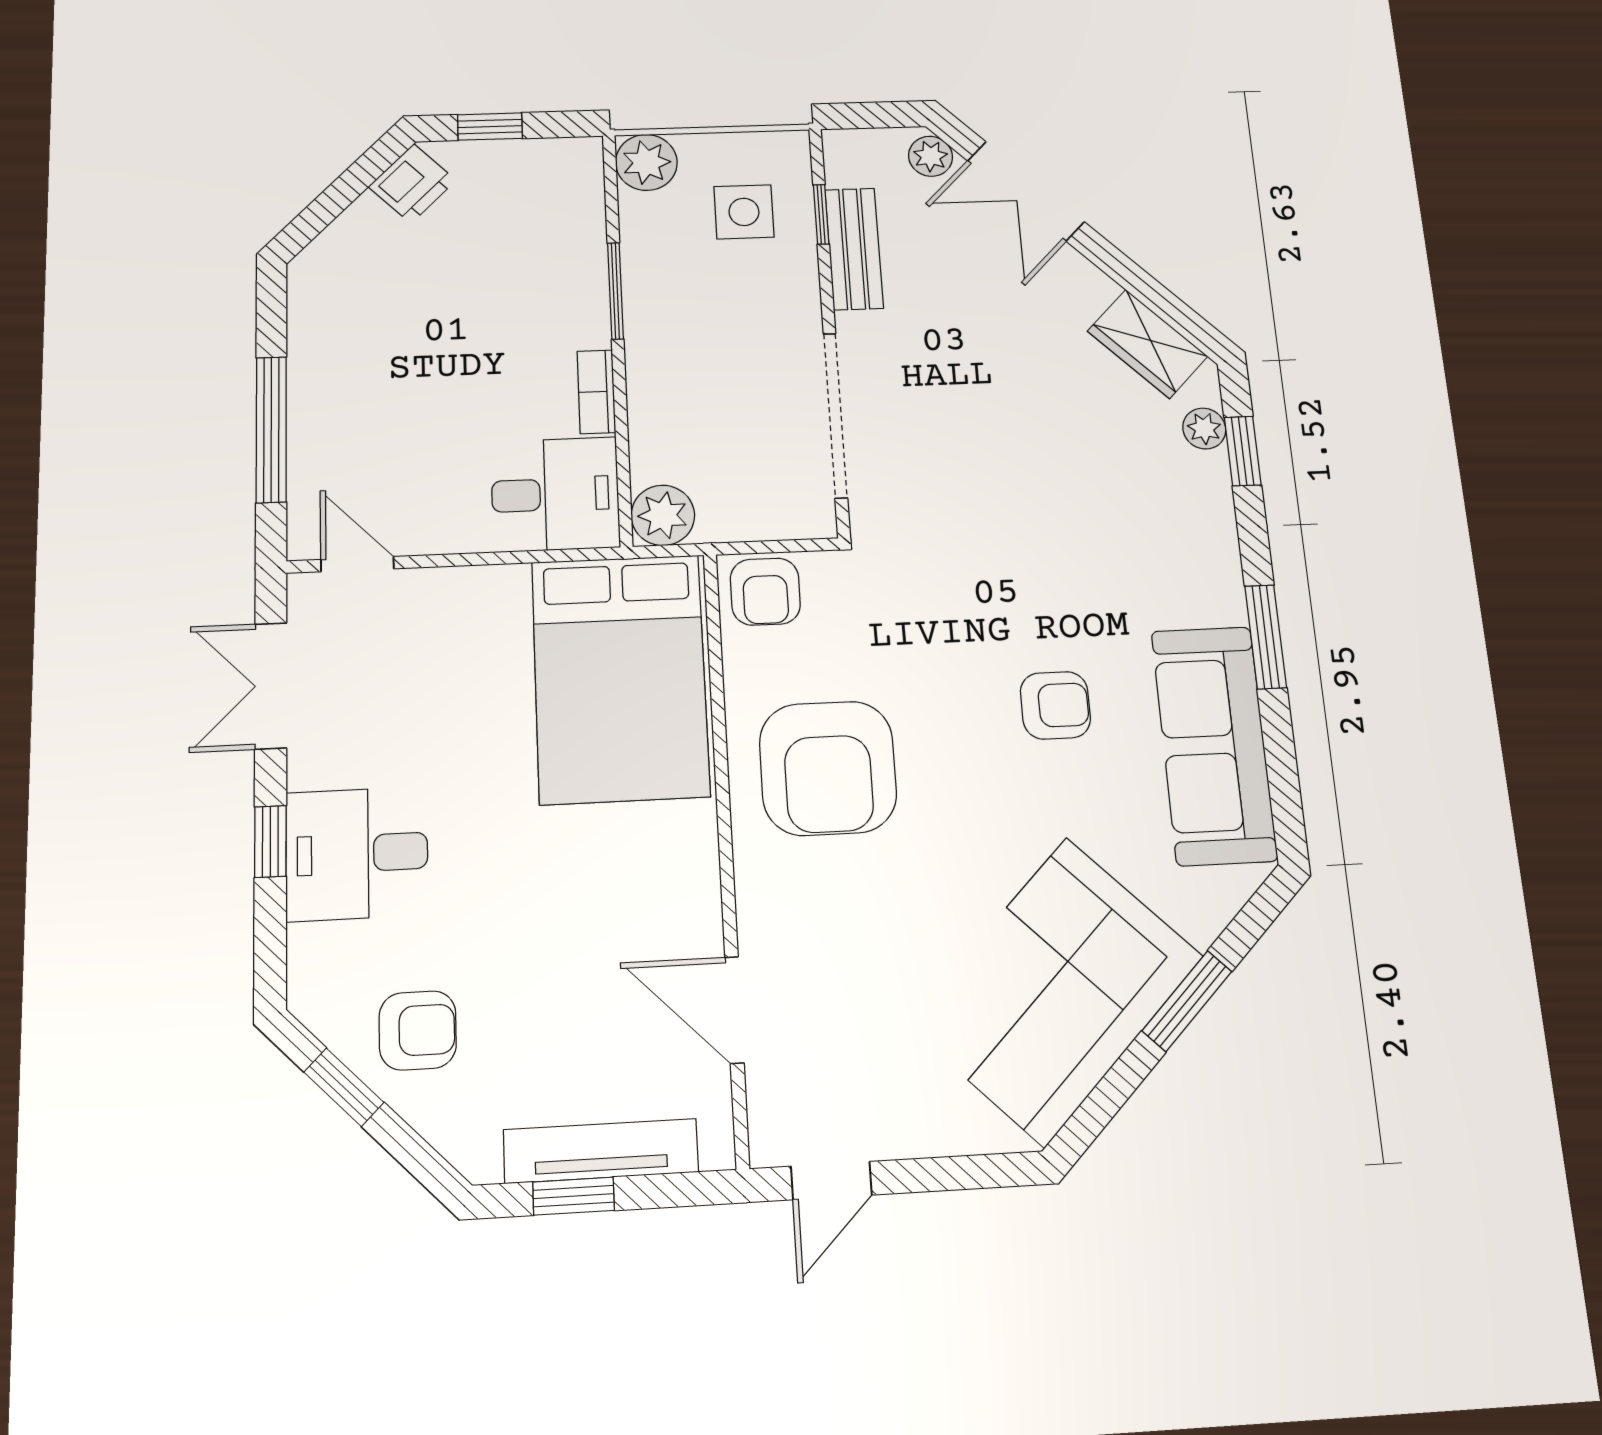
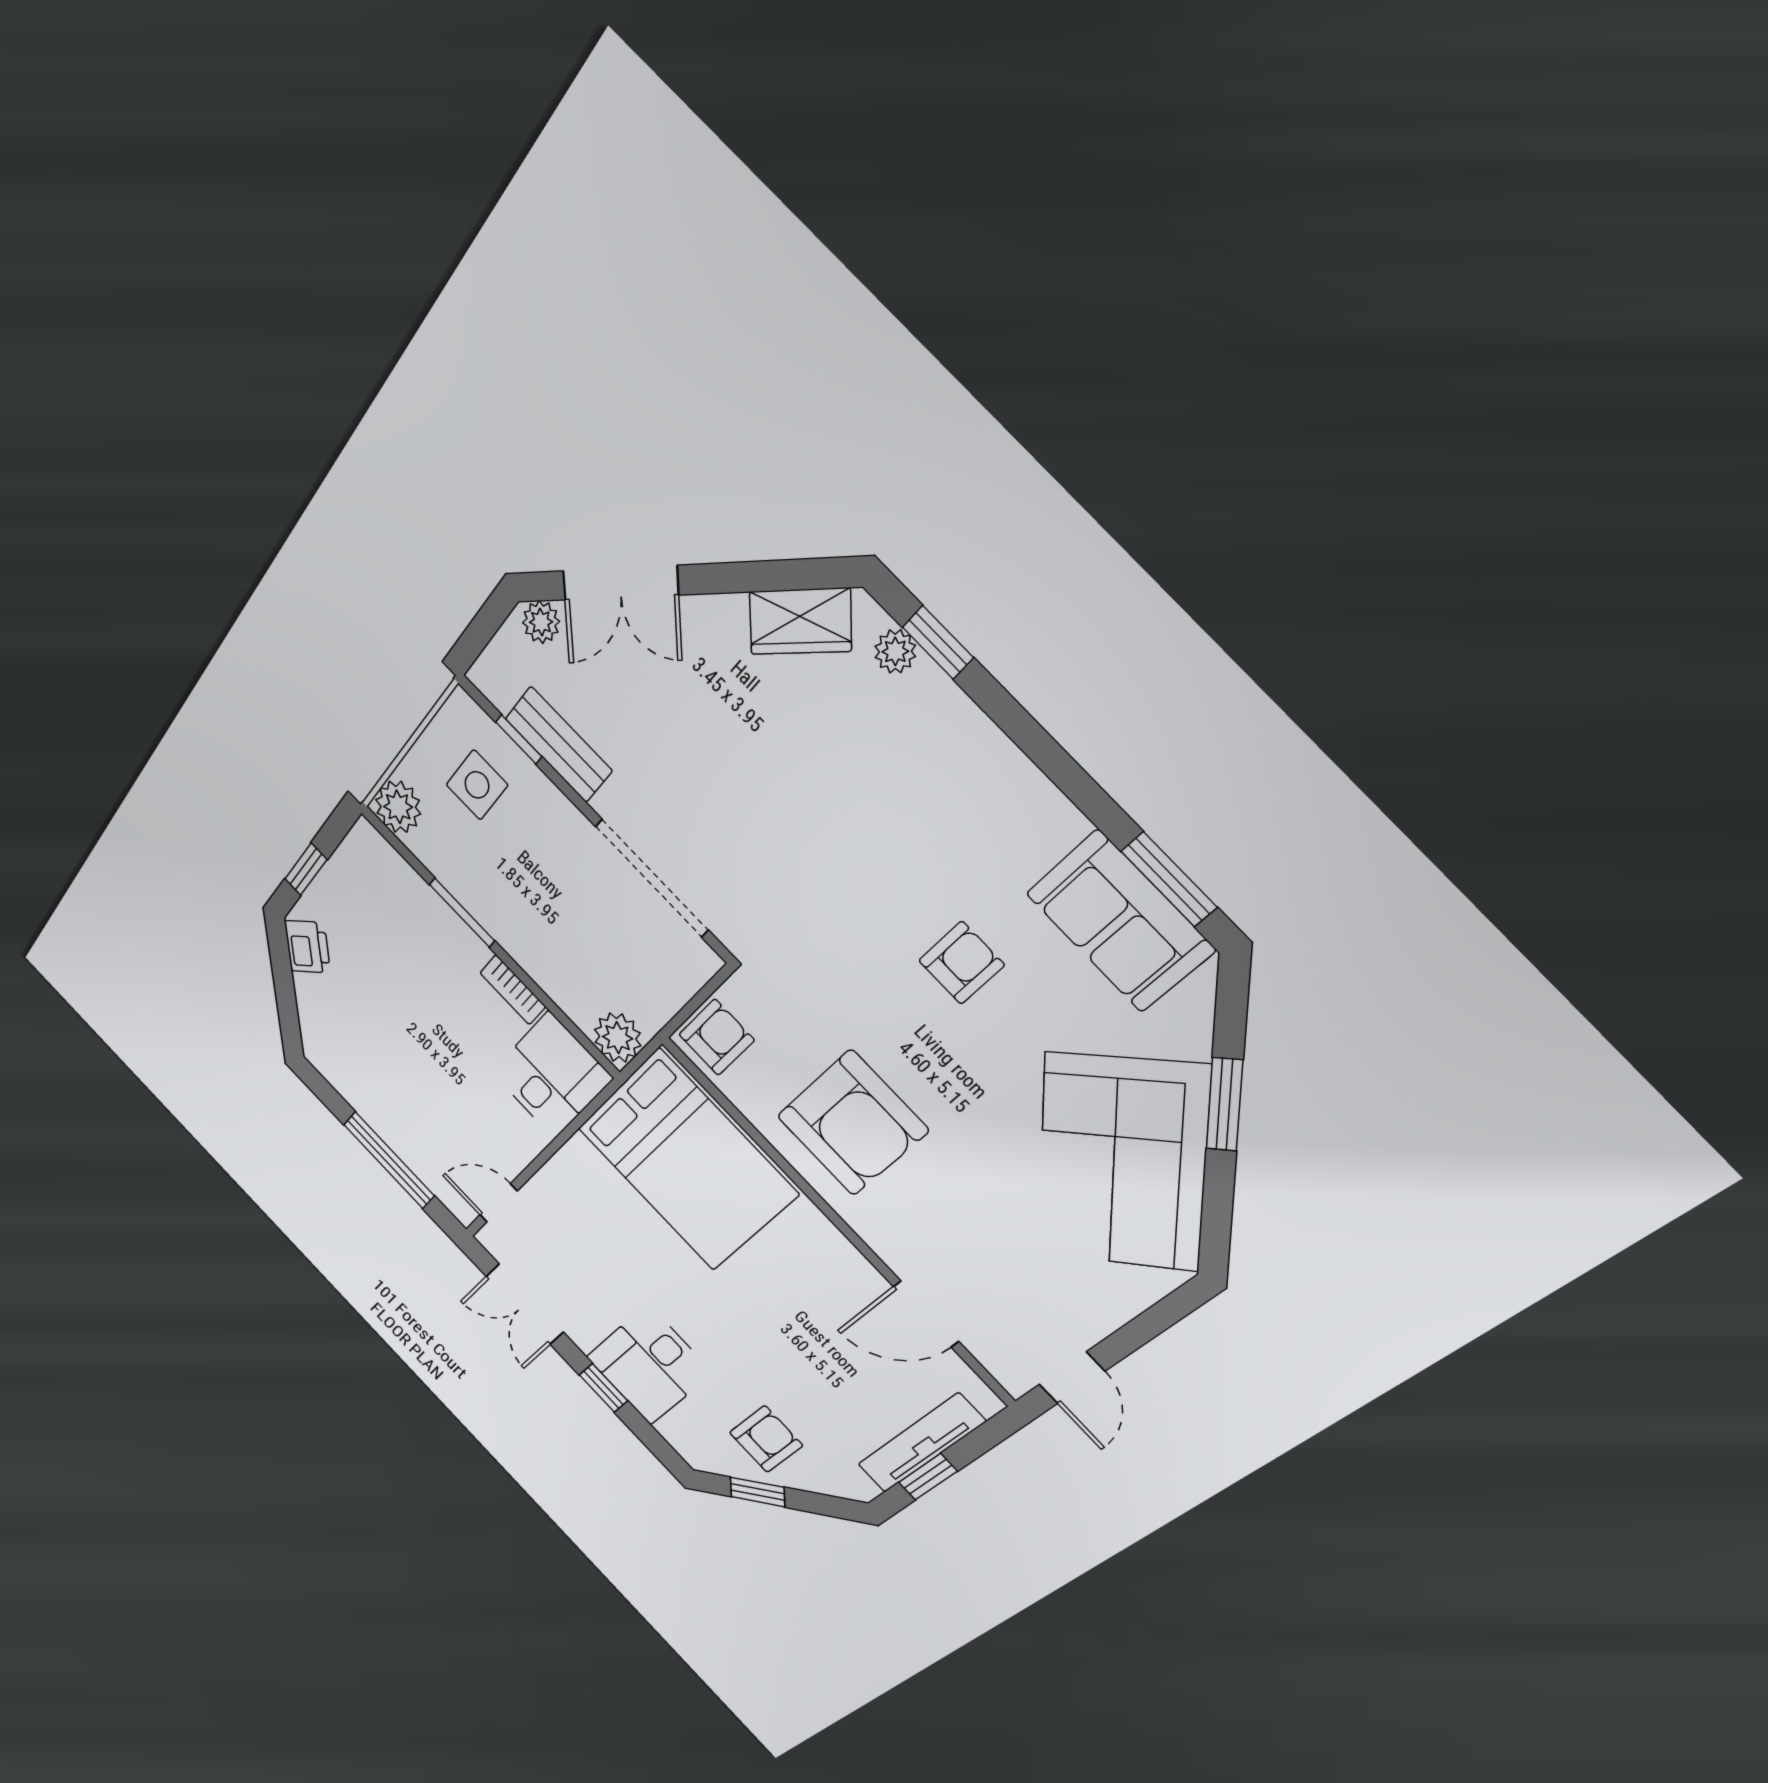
armchair: (765, 592) -> (717, 1037), turned -90
window: (1266, 637) -> (1169, 879), moved
sofa: (1214, 745) -> (1120, 921), width x0.73

